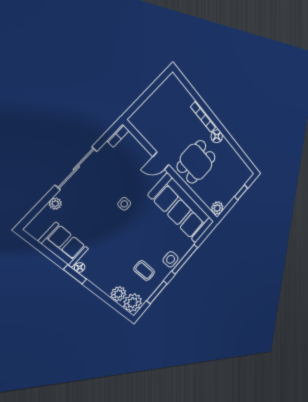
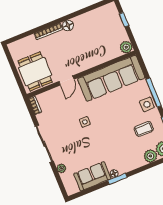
dining table: (196, 162) -> (35, 71), moved

